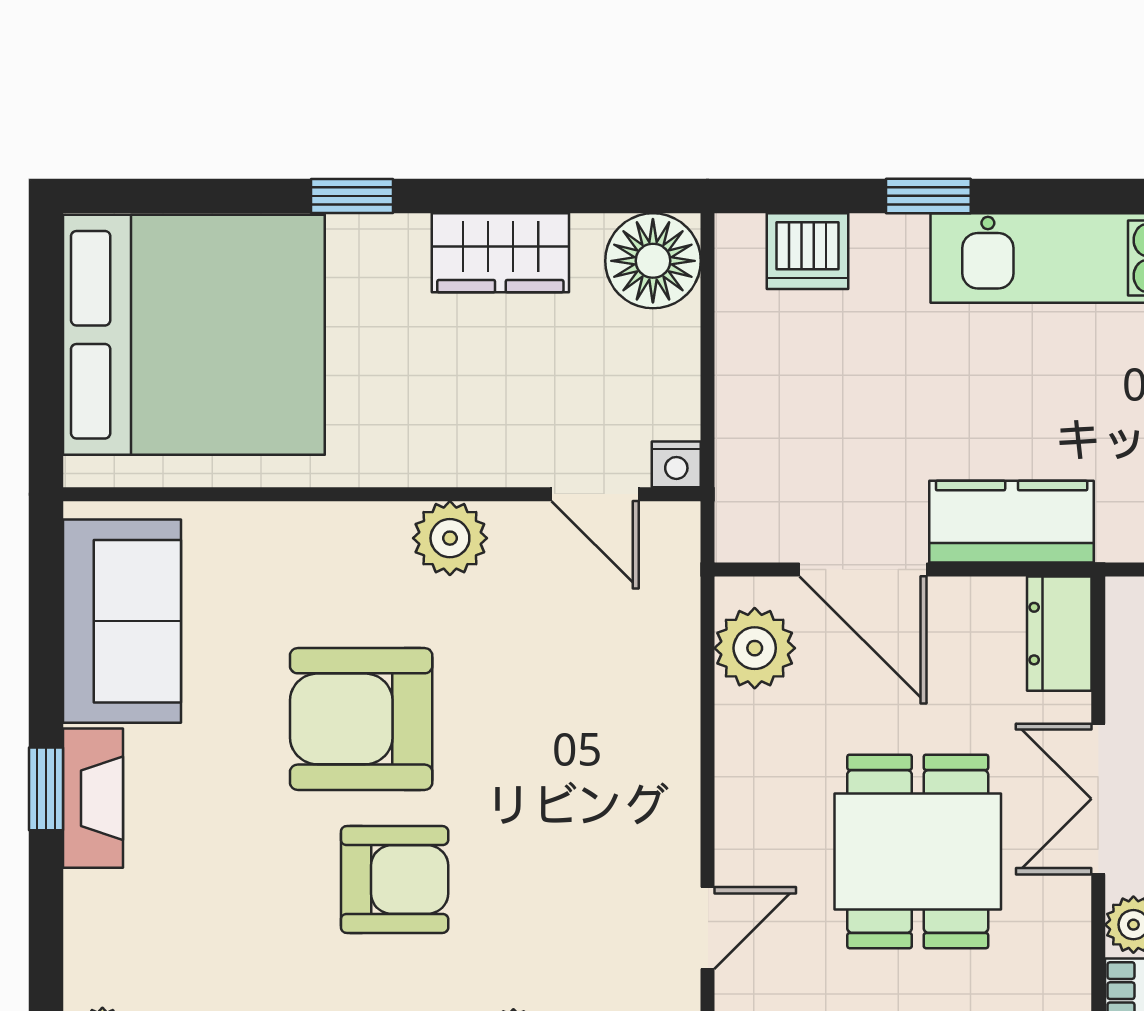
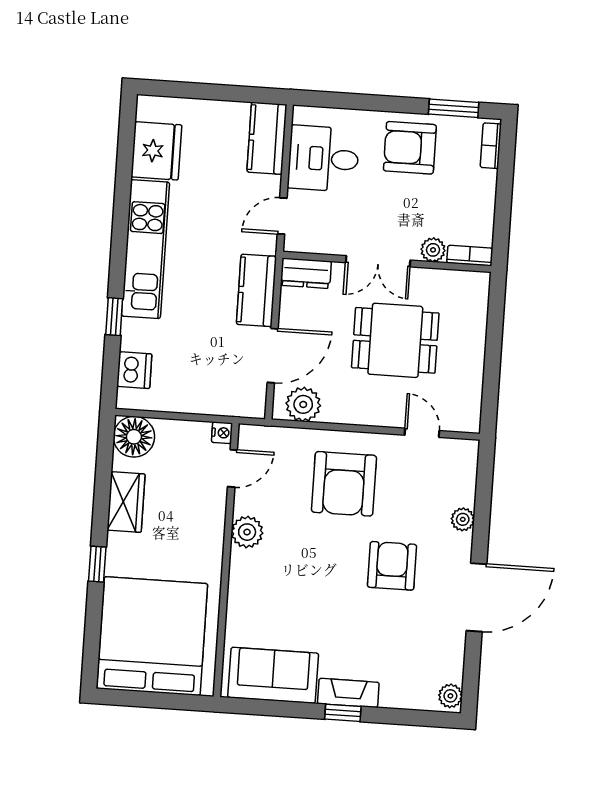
armchair: (361, 719) -> (344, 484), moved

